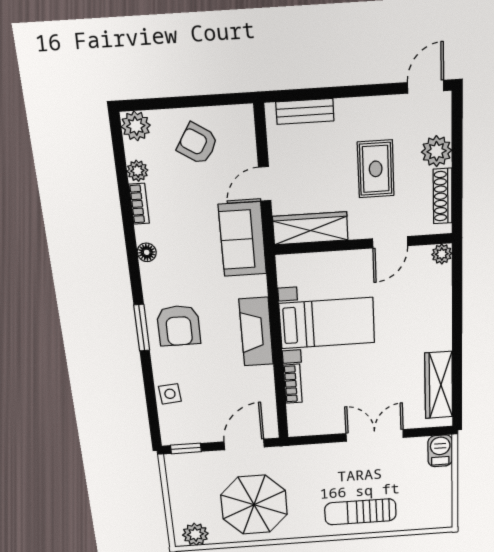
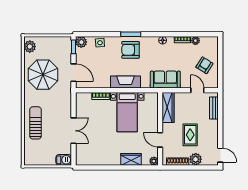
plant: (136, 126) -> (81, 42), moved
rug: (376, 169) -> (190, 135), turned 90
door: (265, 184) -> (197, 90), moved
wardrobe: (439, 385) -> (131, 159), moved, width x0.67

